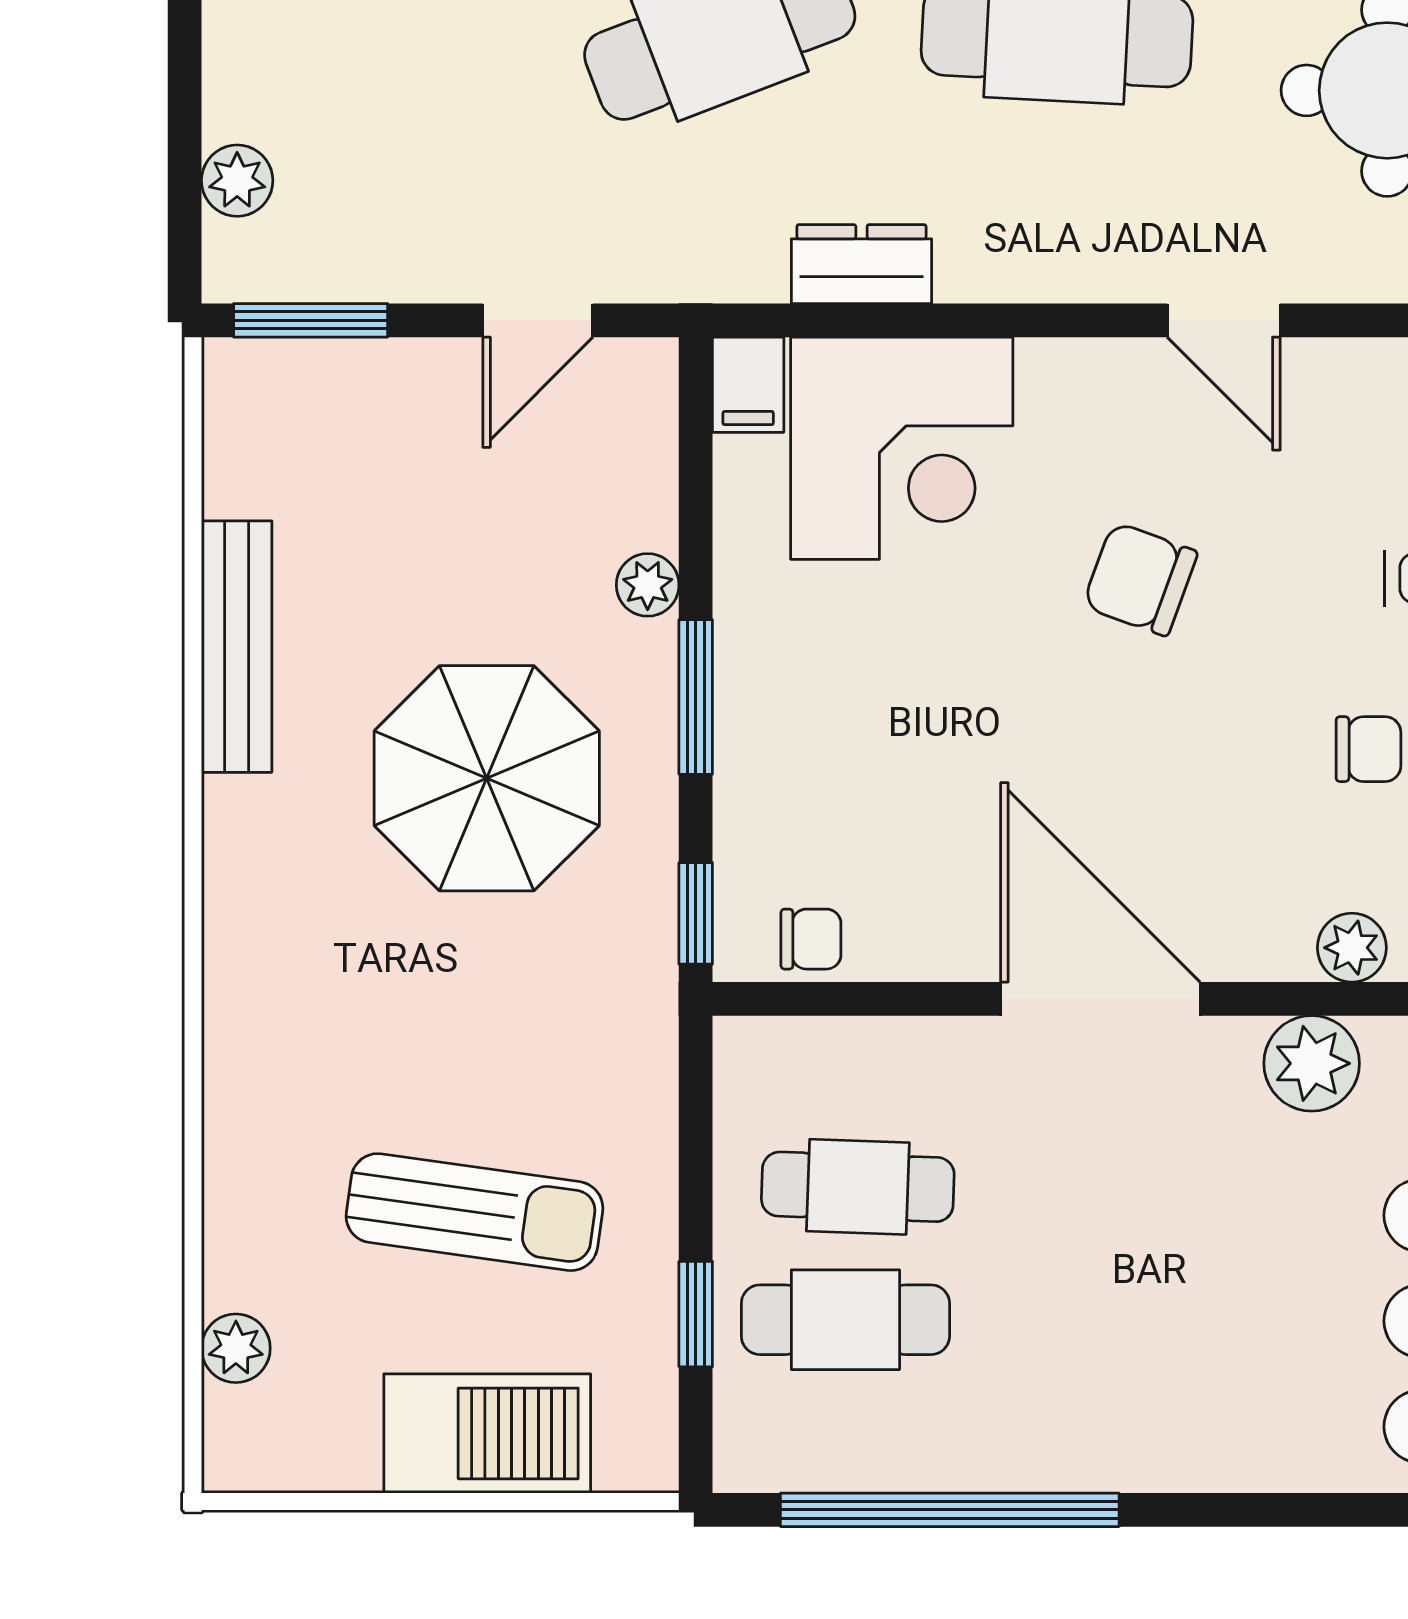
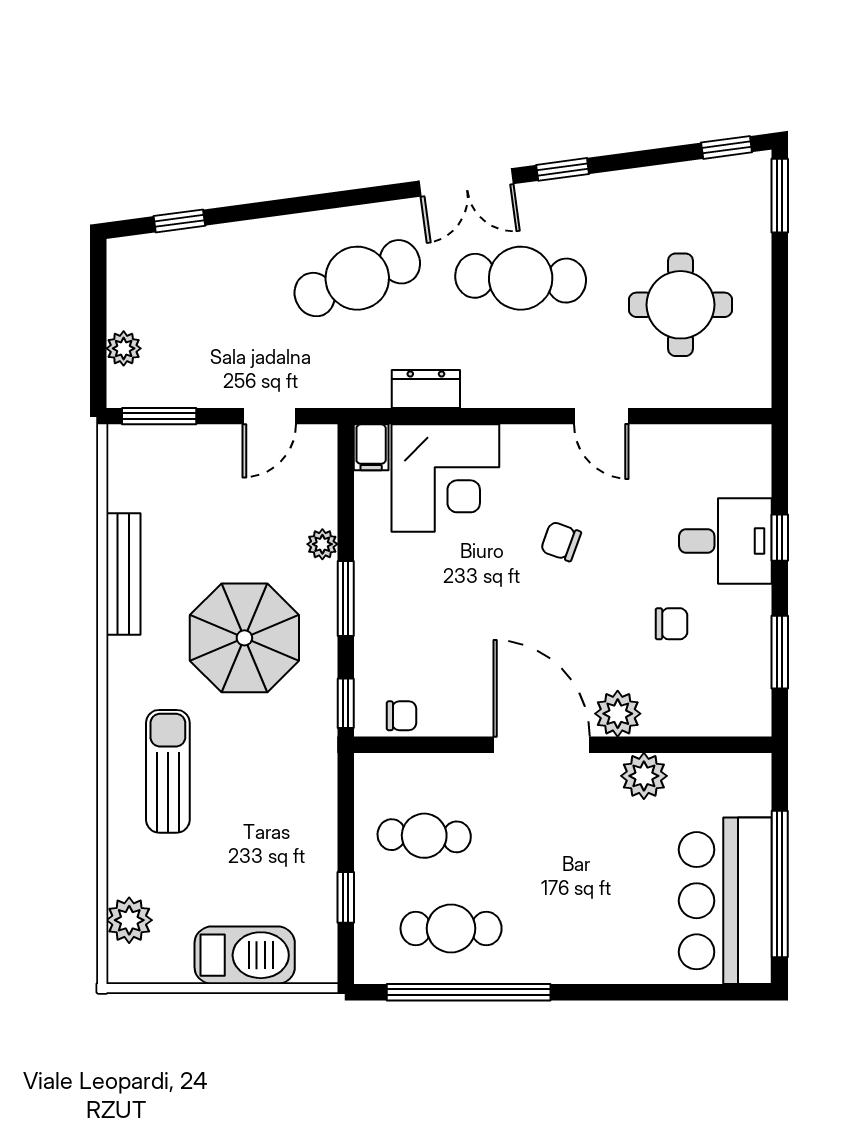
chair: (1140, 579) -> (561, 541), width x0.73, depth x0.73
plant: (1352, 948) -> (618, 714), moved, width x1.38, depth x1.38
sun lounger: (474, 1212) -> (168, 771), moved, turned -98
cafe table: (845, 1320) -> (451, 928), moved
plant: (236, 1348) -> (129, 920), width x1.38, depth x1.38

